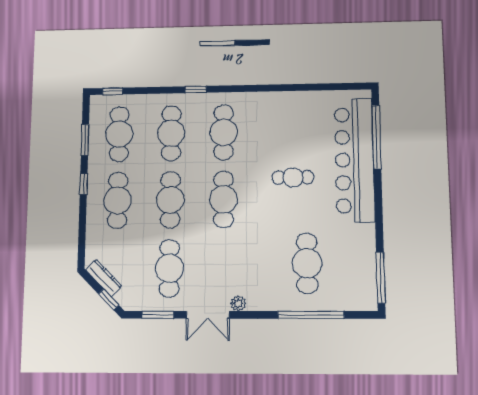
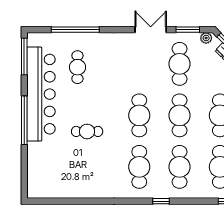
window: (376, 137) -> (24, 120), moved
bar counter: (354, 160) -> (41, 94), moved
cafe table: (307, 263) -> (77, 67), width x0.73, depth x0.74
plant: (238, 303) -> (206, 38), moved

